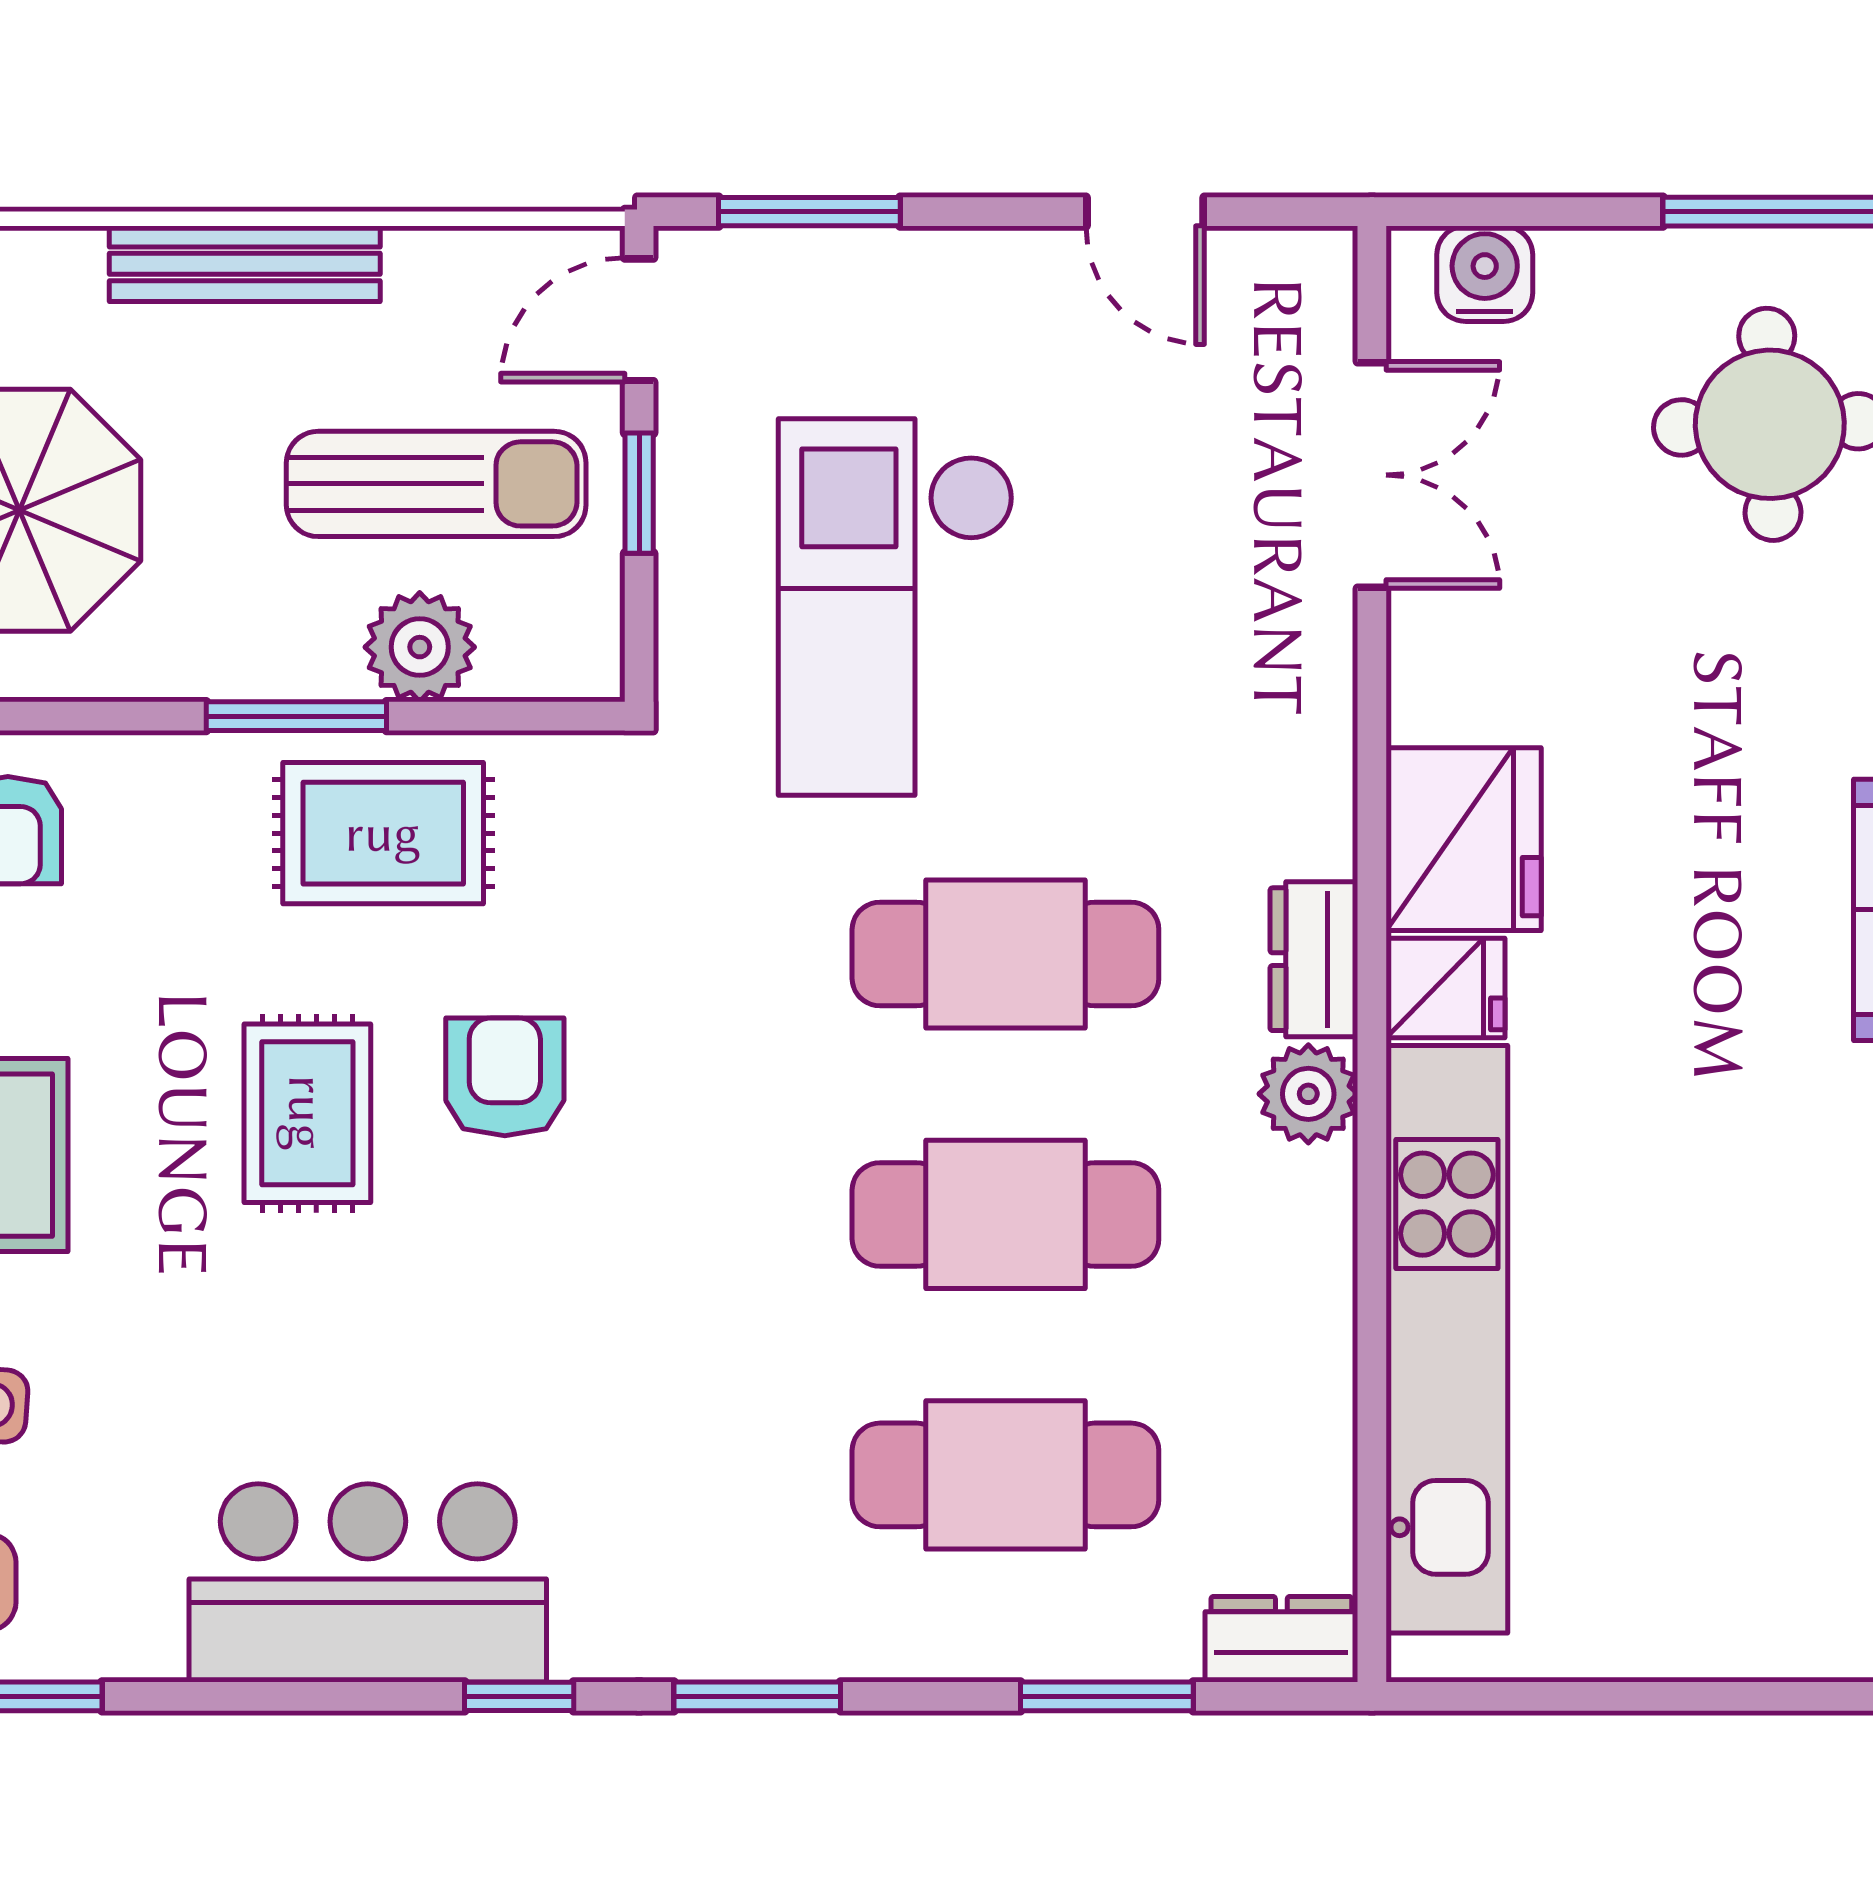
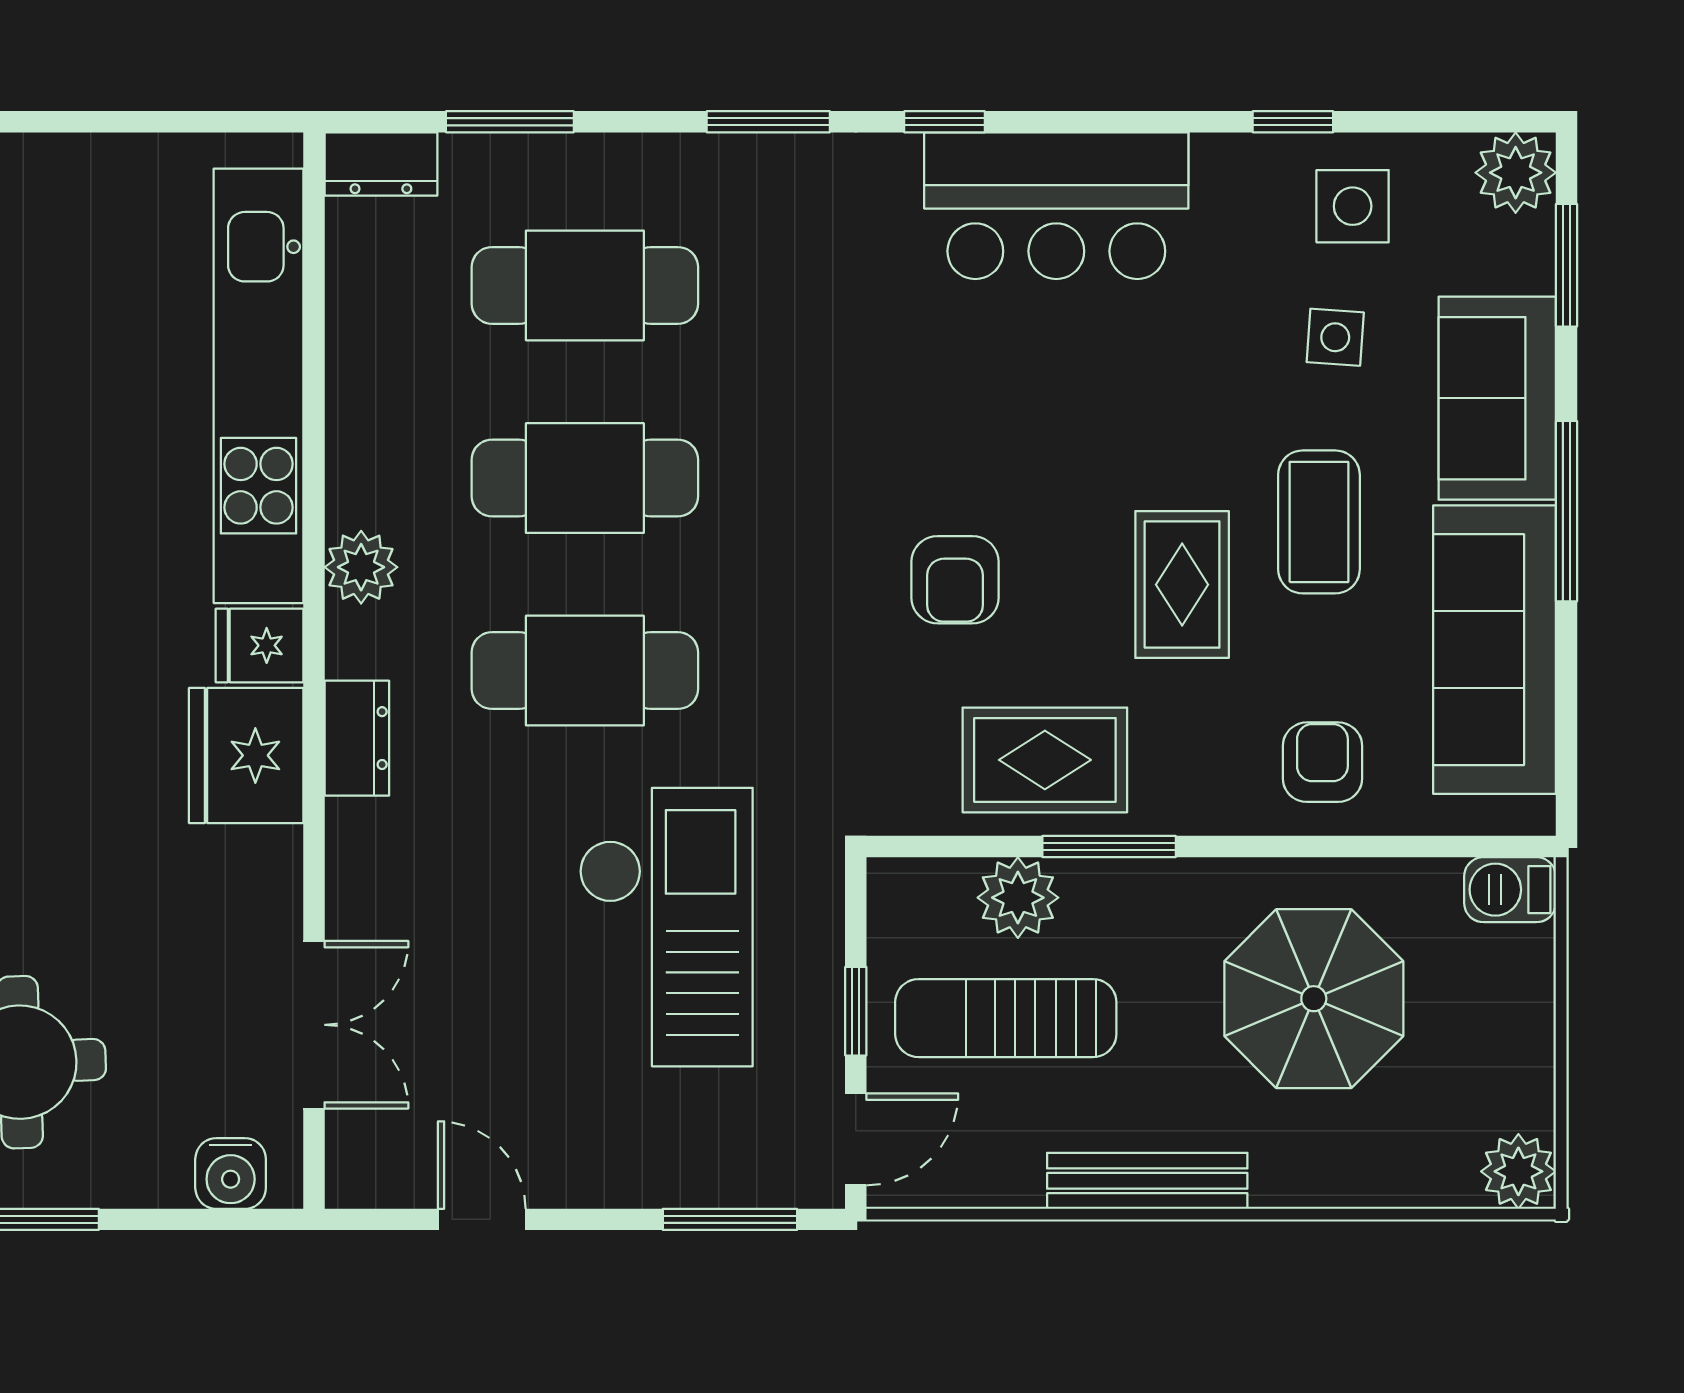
double door: (1372, 475) -> (314, 1025), swing flipped
dresser: (1314, 959) -> (357, 738), moved
rug: (307, 1113) -> (1182, 585), moved

